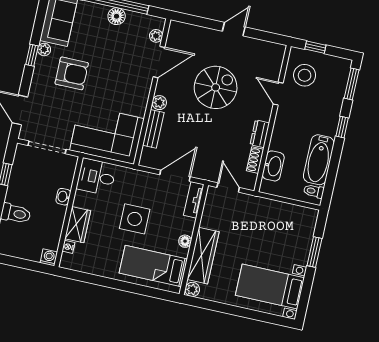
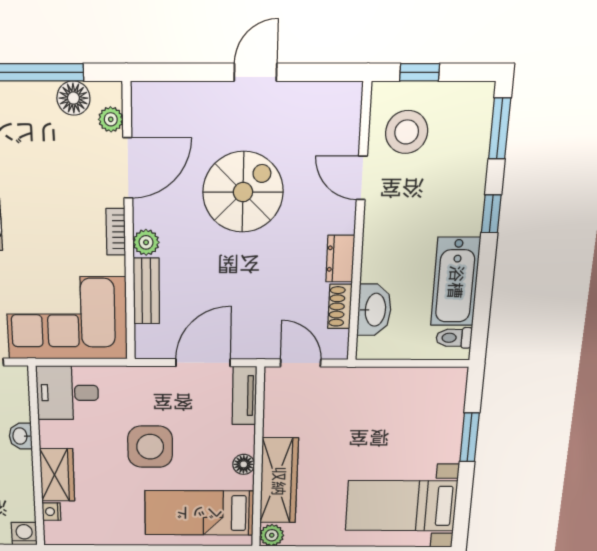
floor lamp: (117, 16) -> (73, 98), moved
bookcase: (145, 94) -> (116, 232), added

